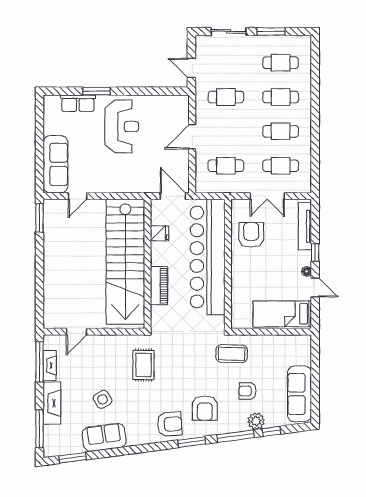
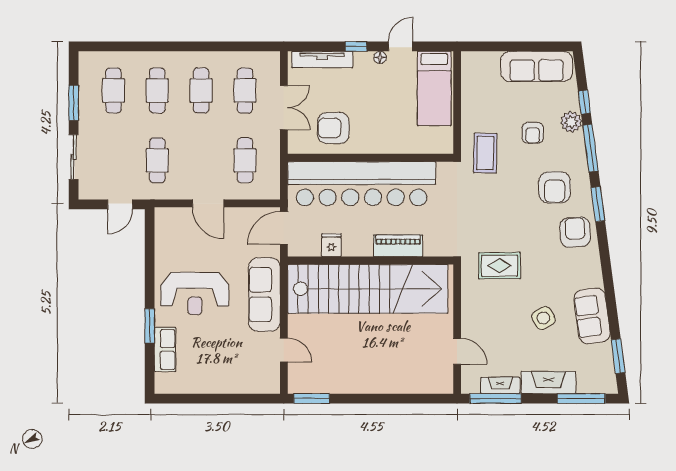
reception desk: (122, 126) -> (195, 293), turned 180
sofa: (55, 164) -> (264, 294), moved, turned -90
armchair: (205, 408) -> (555, 187), turned 90

